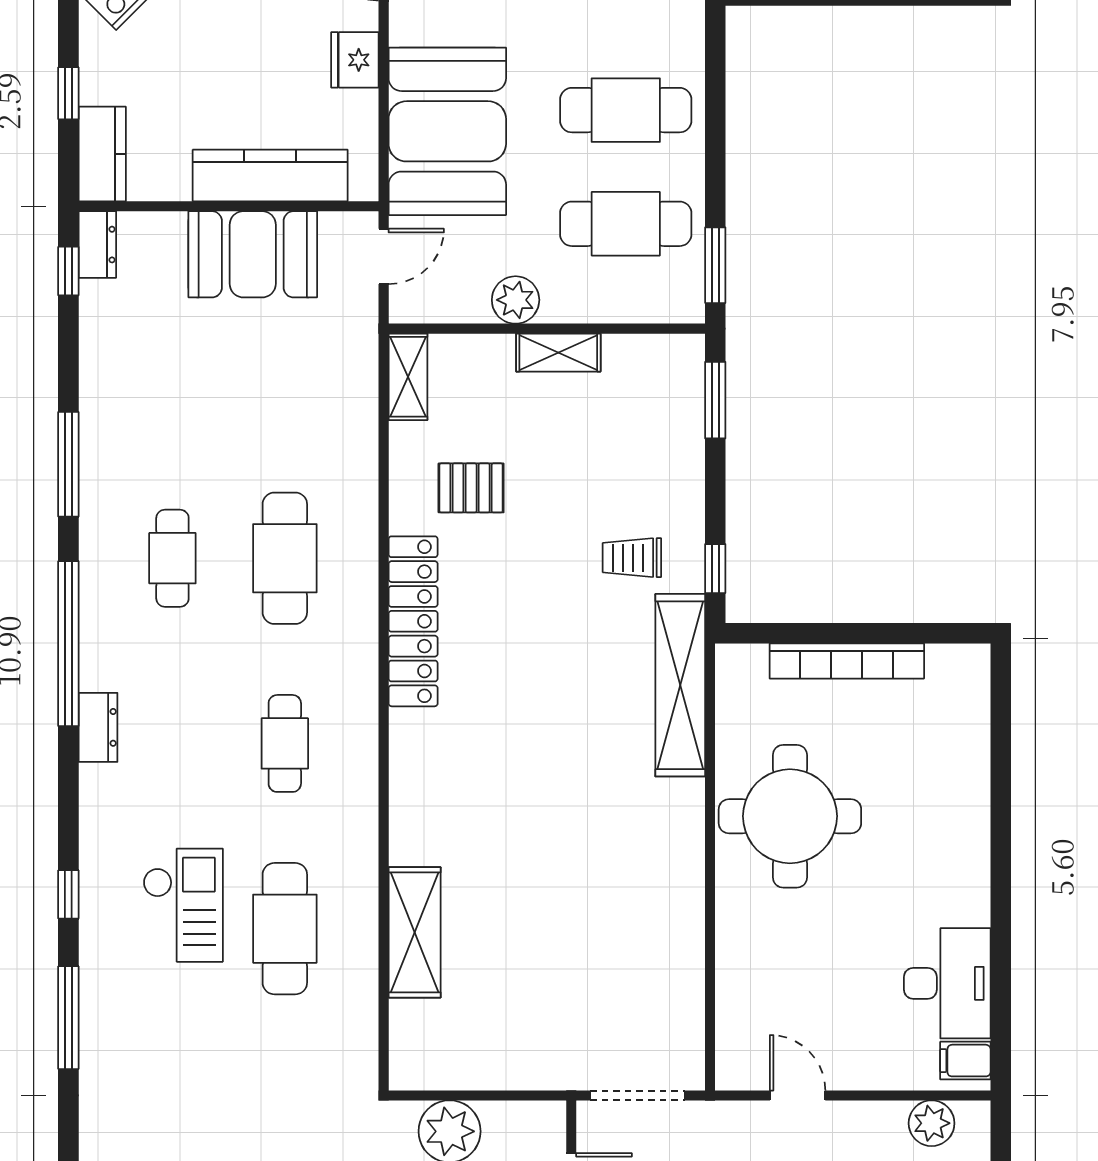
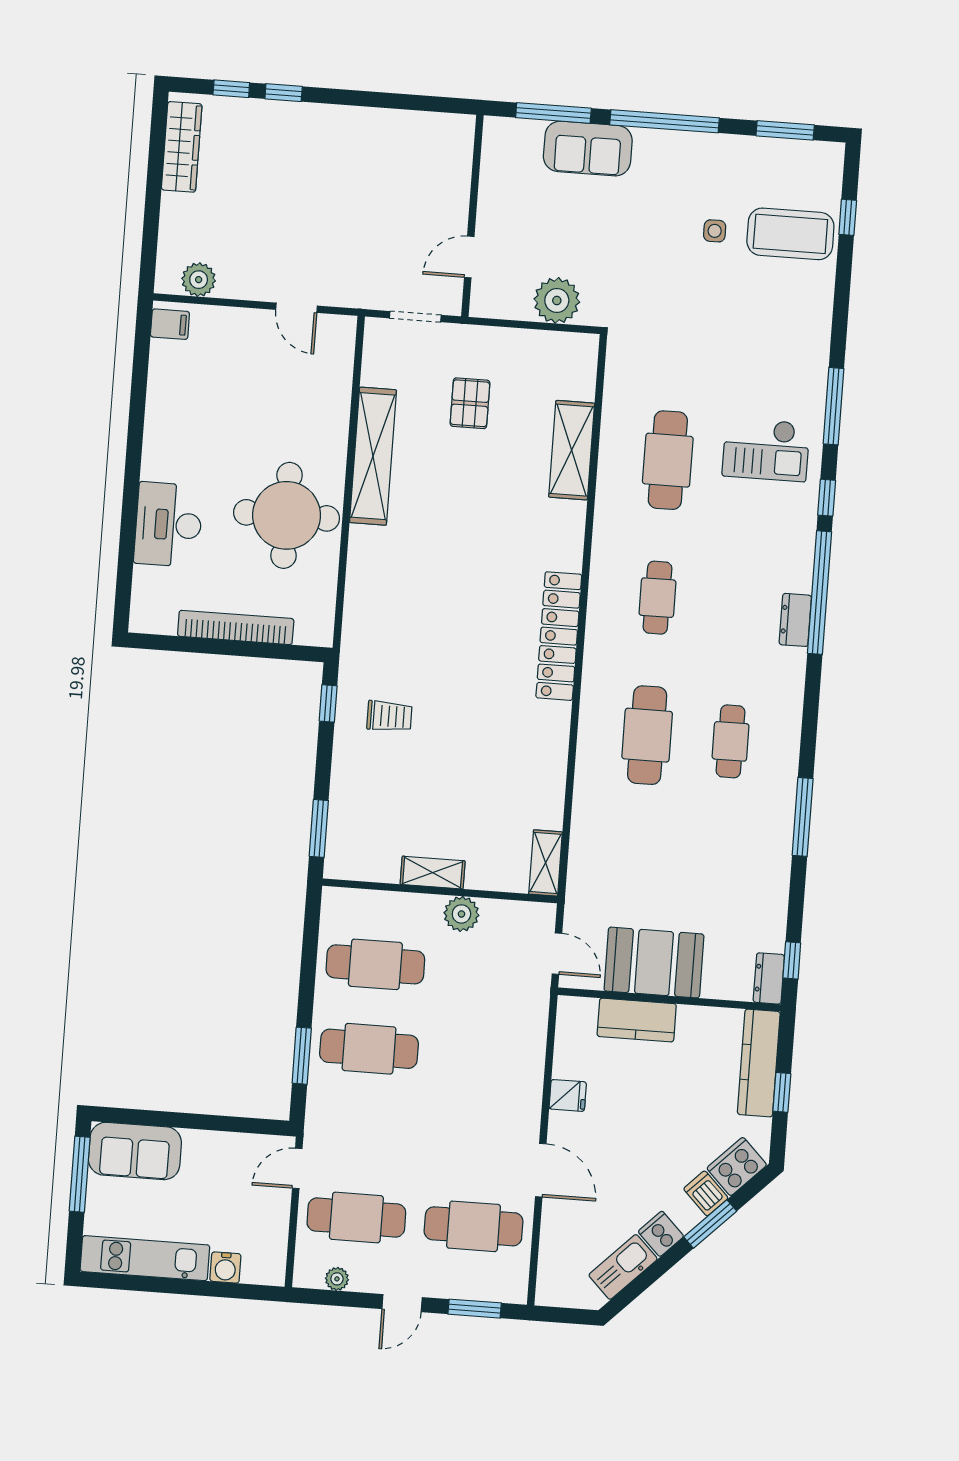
fridge: (355, 60) -> (568, 1095), width x0.72
booth: (447, 131) -> (503, 1043), removed
kitchen counter: (102, 154) -> (759, 1063), width x1.50
kitchen counter: (270, 176) -> (637, 1020), width x0.67
door: (384, 256) -> (557, 954), swing flipped
window: (715, 265) -> (302, 1056), moved
pallet: (471, 488) -> (470, 403), moved, turned 90
locker: (413, 621) -> (559, 636), moved
window: (68, 644) -> (819, 593), moved
shelving: (680, 685) -> (373, 456), moved
checkout: (183, 905) -> (766, 450), moved, turned -90
desk: (947, 983) -> (168, 525), moved
doorway: (637, 1095) -> (415, 317), width x0.73

